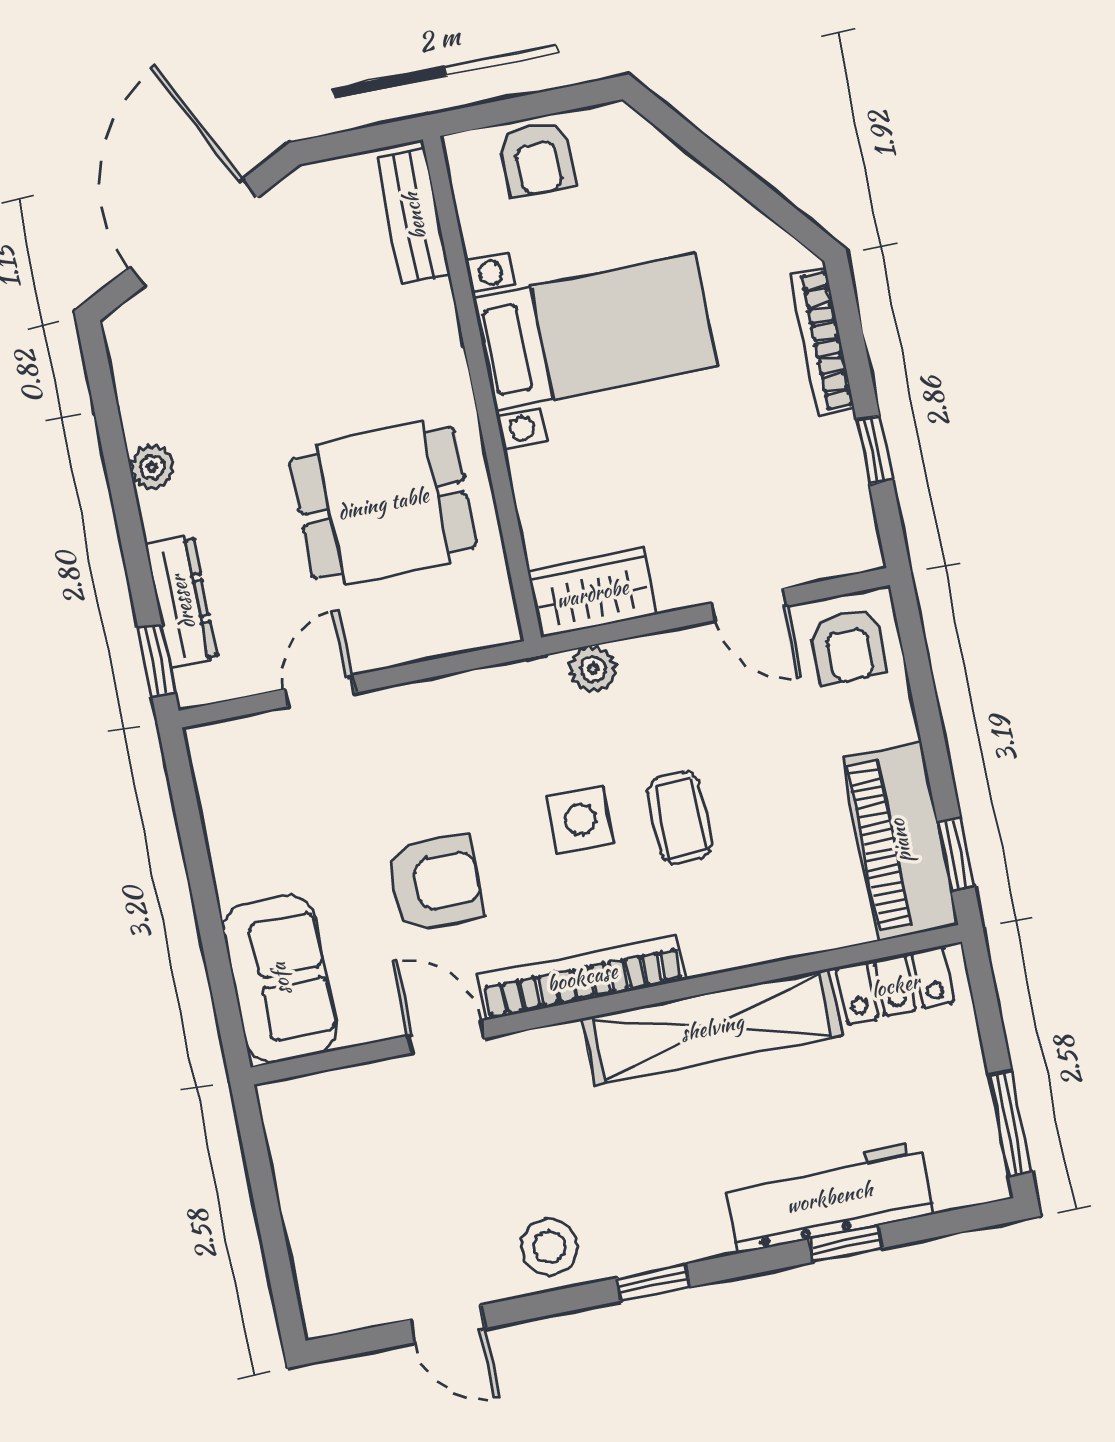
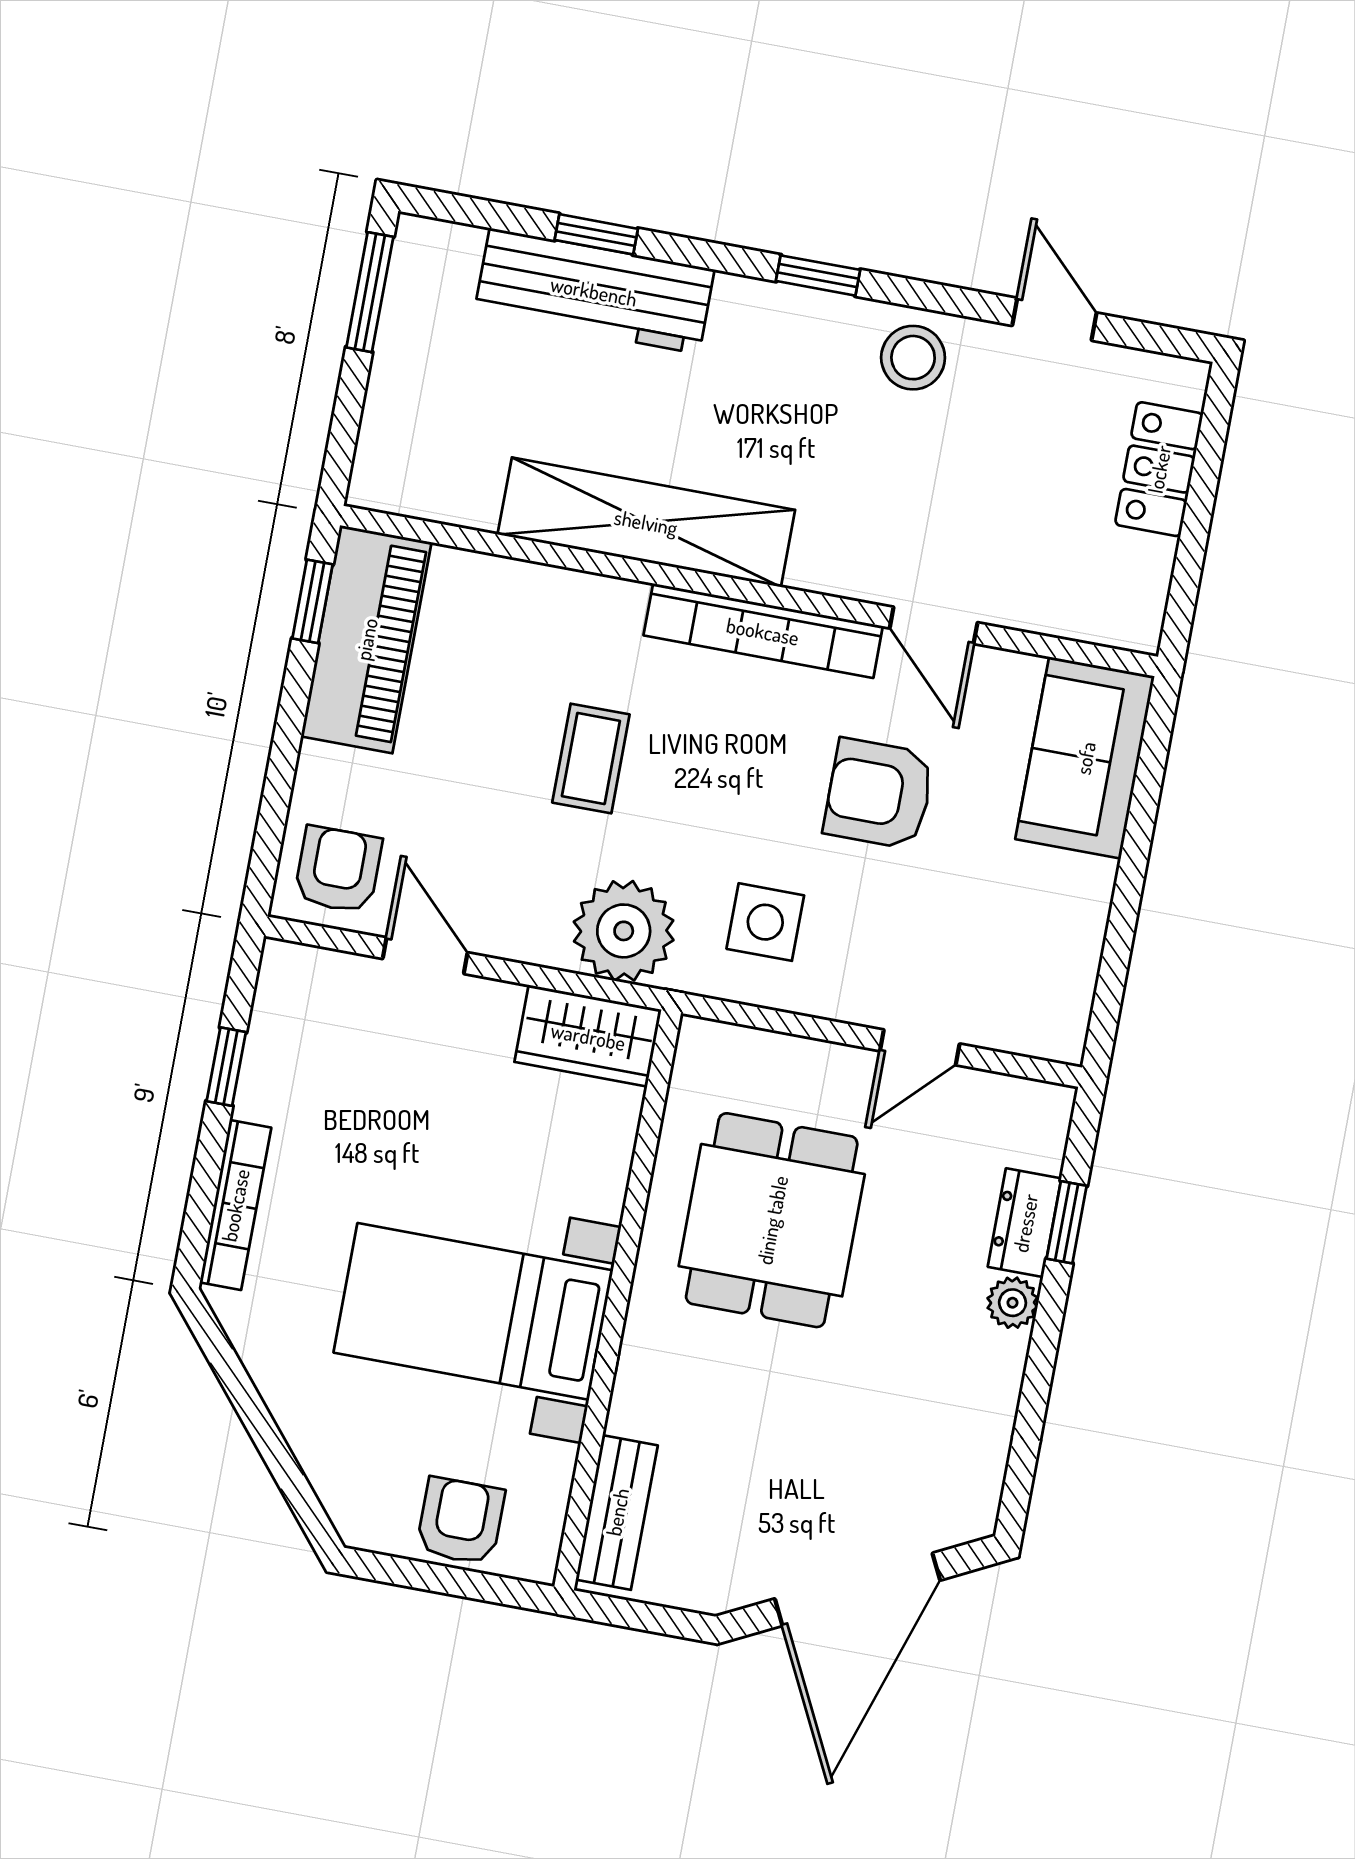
plant: (152, 467) -> (1013, 1303), moved
dining table: (383, 503) -> (772, 1220), turned 90
dresser: (182, 602) -> (1025, 1223), width x0.70
window: (157, 660) -> (1067, 1222), moved
plant: (593, 669) -> (624, 931), width x1.88, depth x1.88
side table: (581, 820) -> (765, 922), moved
locker: (895, 985) -> (1159, 469), moved, turned -90

